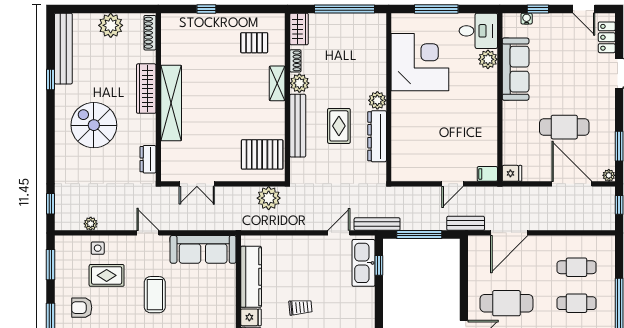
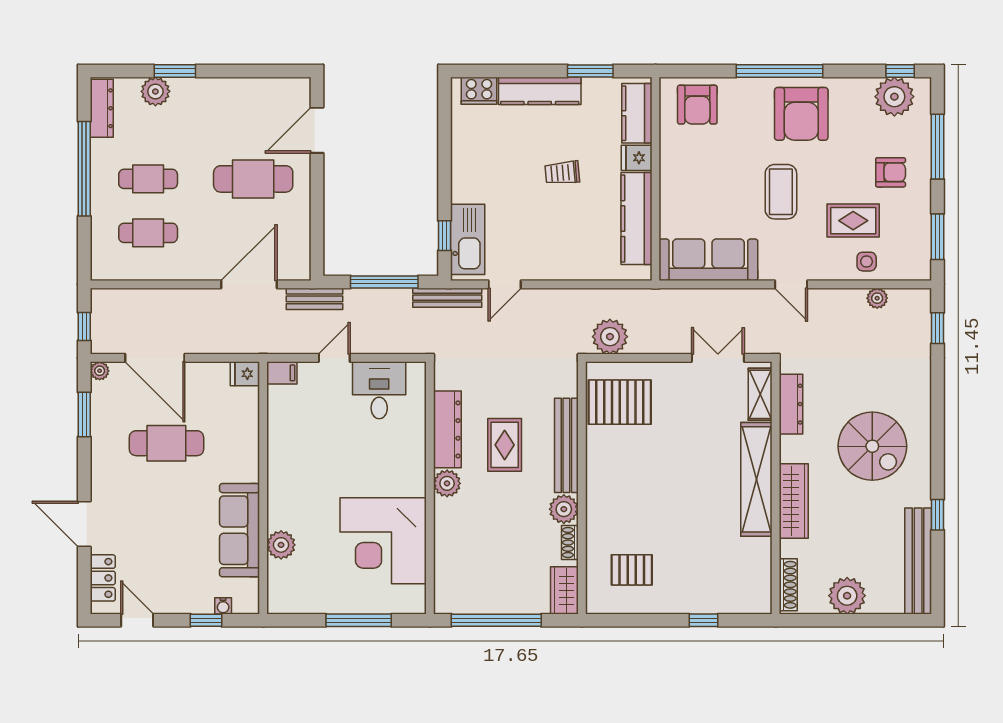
desk: (478, 31) -> (379, 390), moved, turned 90
shelving: (277, 83) -> (760, 394), moved
dresser: (148, 159) -> (791, 404), width x1.44

